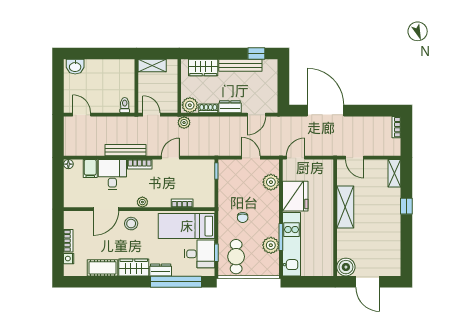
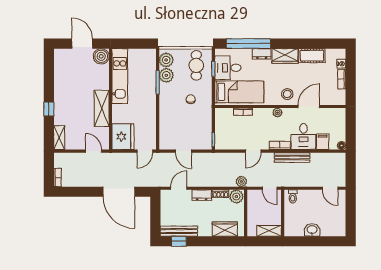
bench: (240, 65) -> (179, 231), moved
washbasin: (75, 67) -> (312, 230), moved
plant: (271, 182) -> (166, 60), moved
fridge: (295, 196) -> (123, 137), moved, turned 180
kitchen unit: (292, 244) -> (120, 76), moved, turned 180

